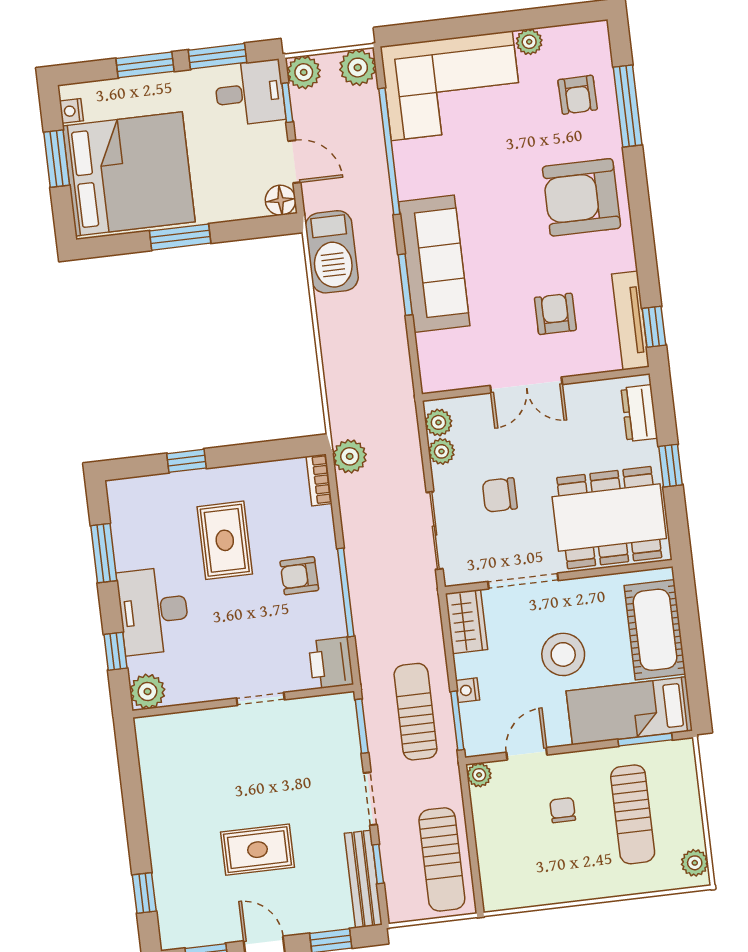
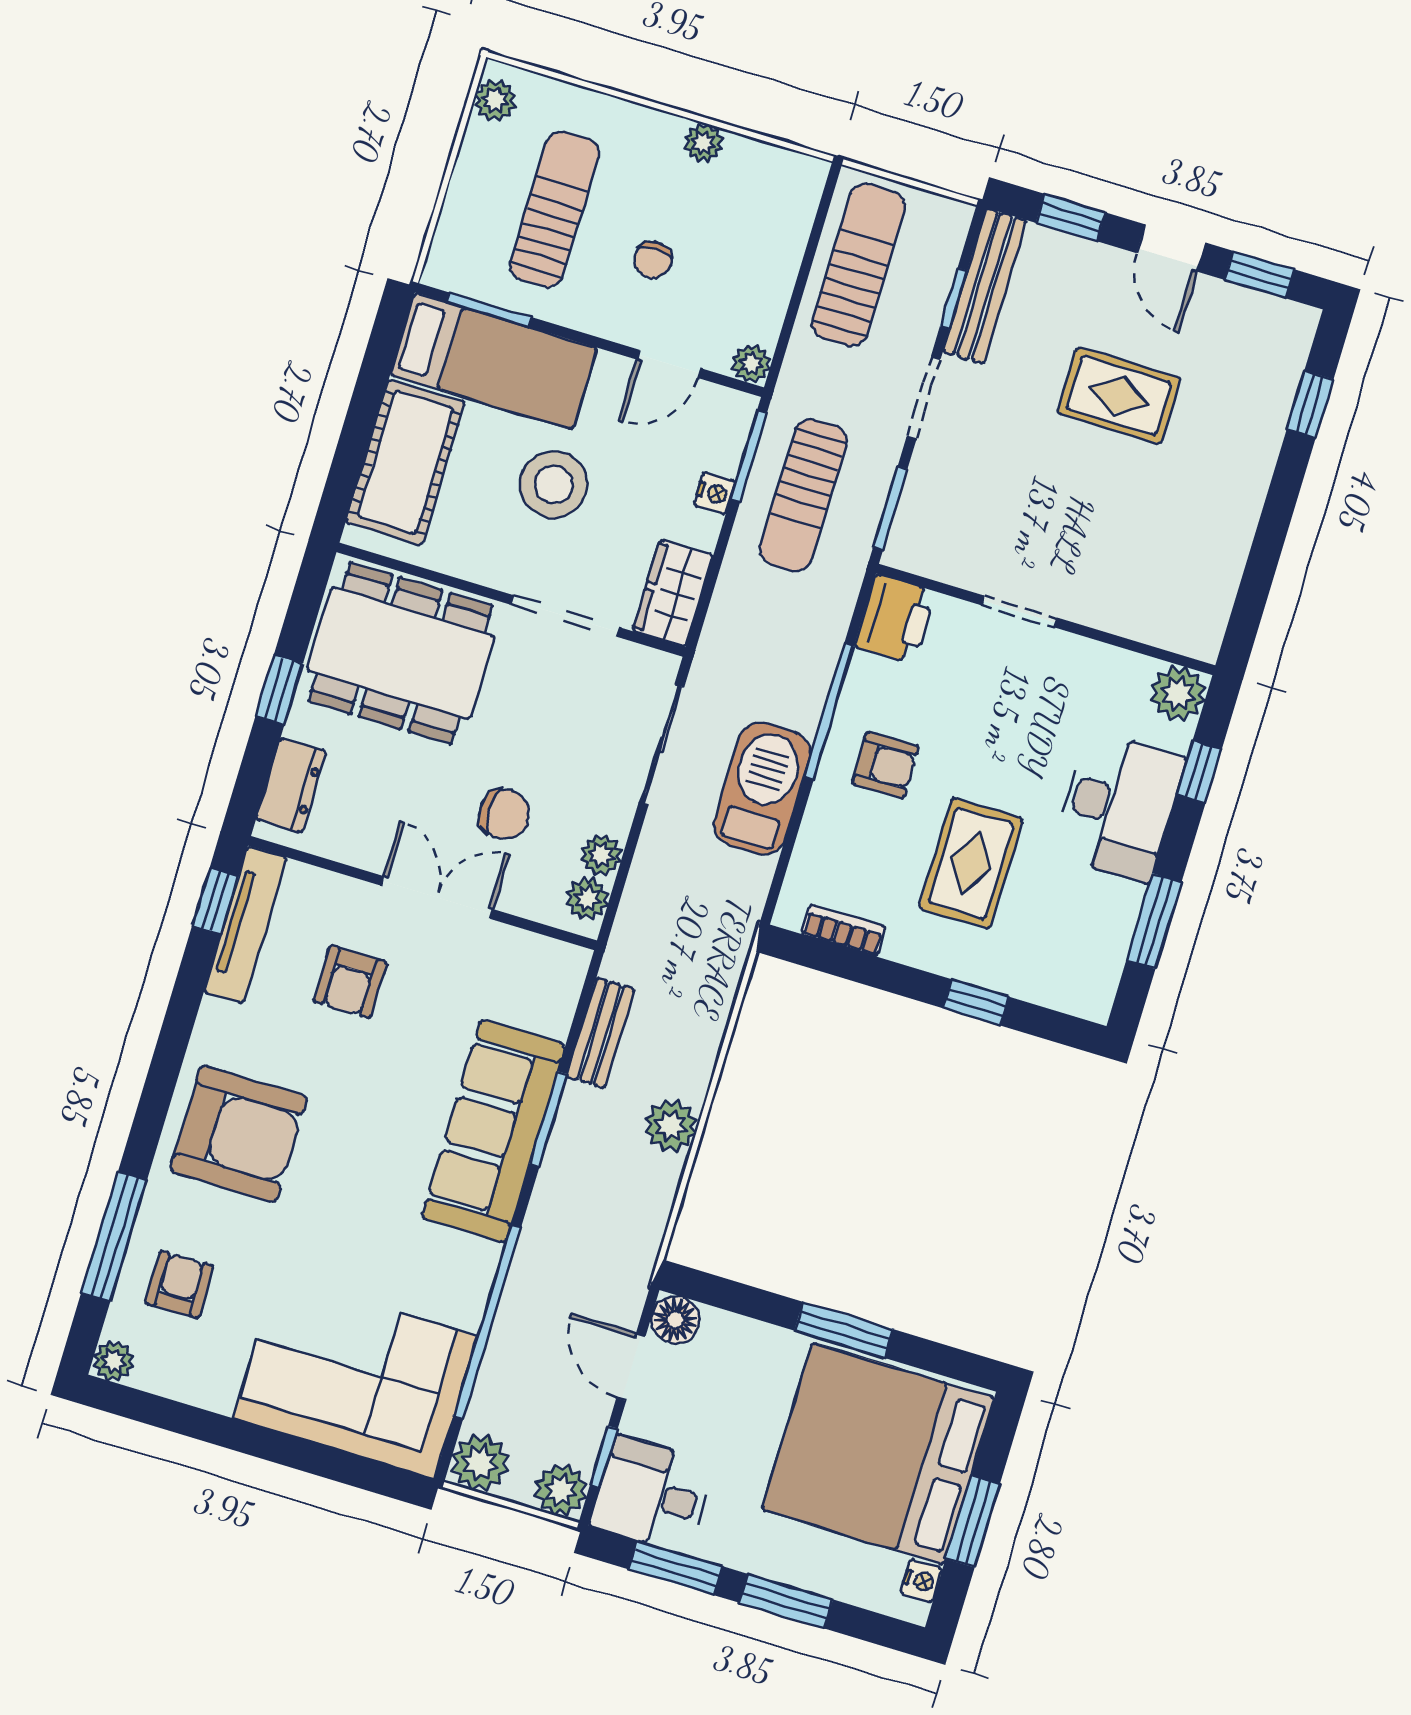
plant: (529, 42) -> (114, 1361), moved
barbecue: (332, 252) -> (762, 789), moved
bench: (397, 348) -> (600, 1033), added
plant: (350, 456) -> (671, 1126), moved
bookcase: (319, 480) -> (844, 930), moved, turned -90
chair: (500, 495) -> (504, 814), moved
plant: (563, 891) -> (703, 143), added

